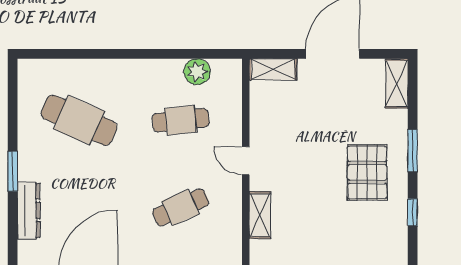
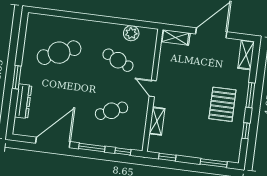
cafe table: (79, 120) -> (59, 53), turned -48
cafe table: (181, 120) -> (118, 60), turned 30

